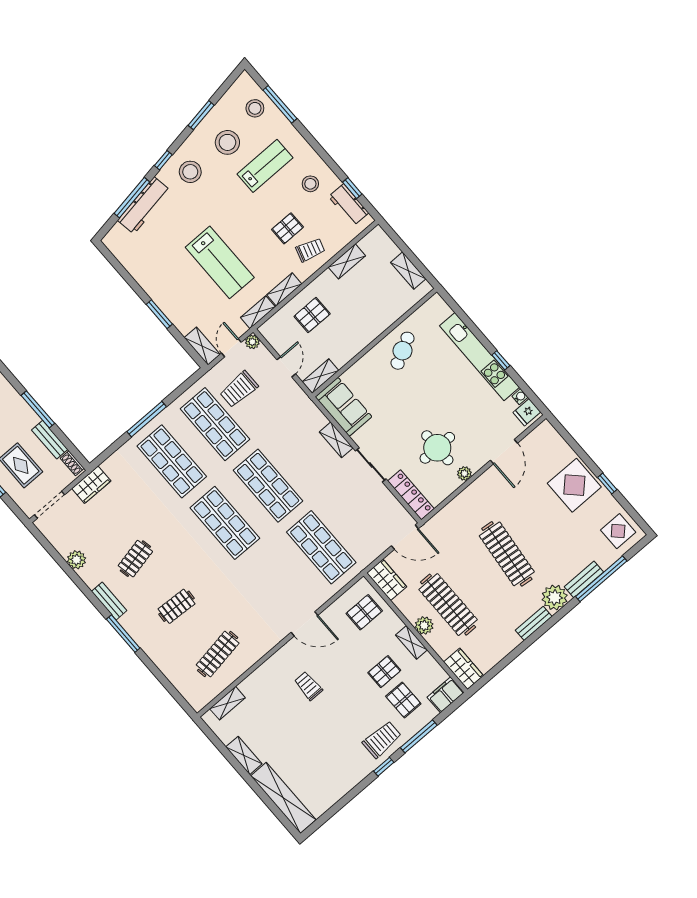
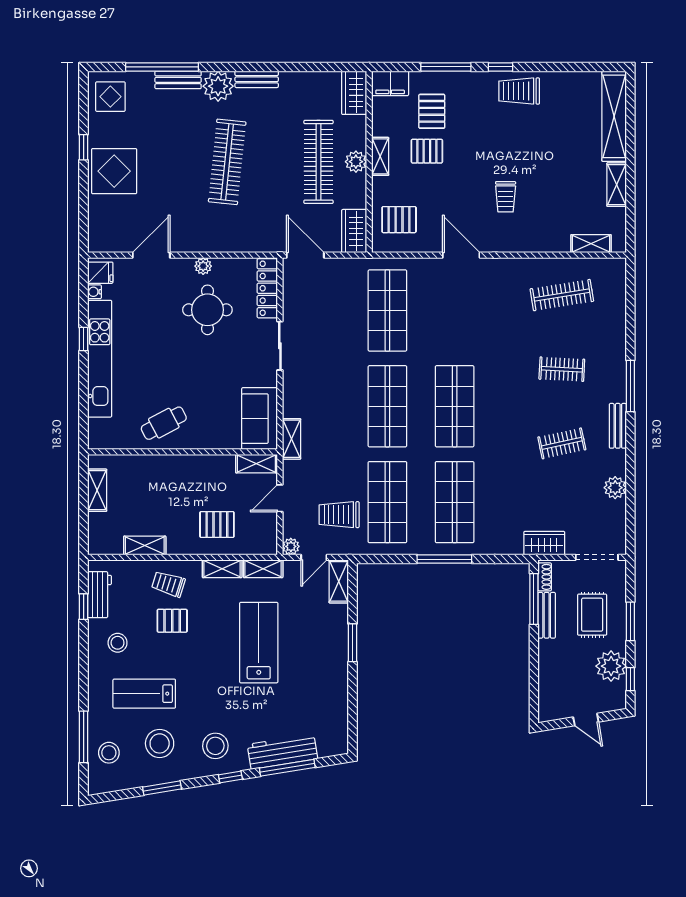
trolley: (239, 389) -> (339, 515), turned 180
window: (38, 409) -> (534, 599), moved
shelving: (336, 440) -> (291, 439), moved
trolley: (382, 740) -> (519, 91), moved

